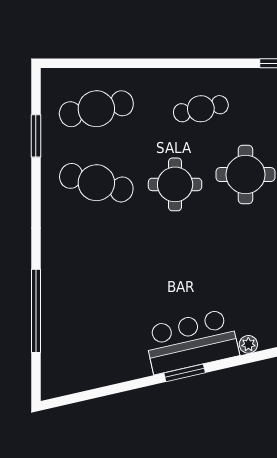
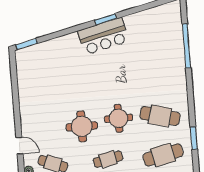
plant: (248, 344) -> (73, 37), removed

